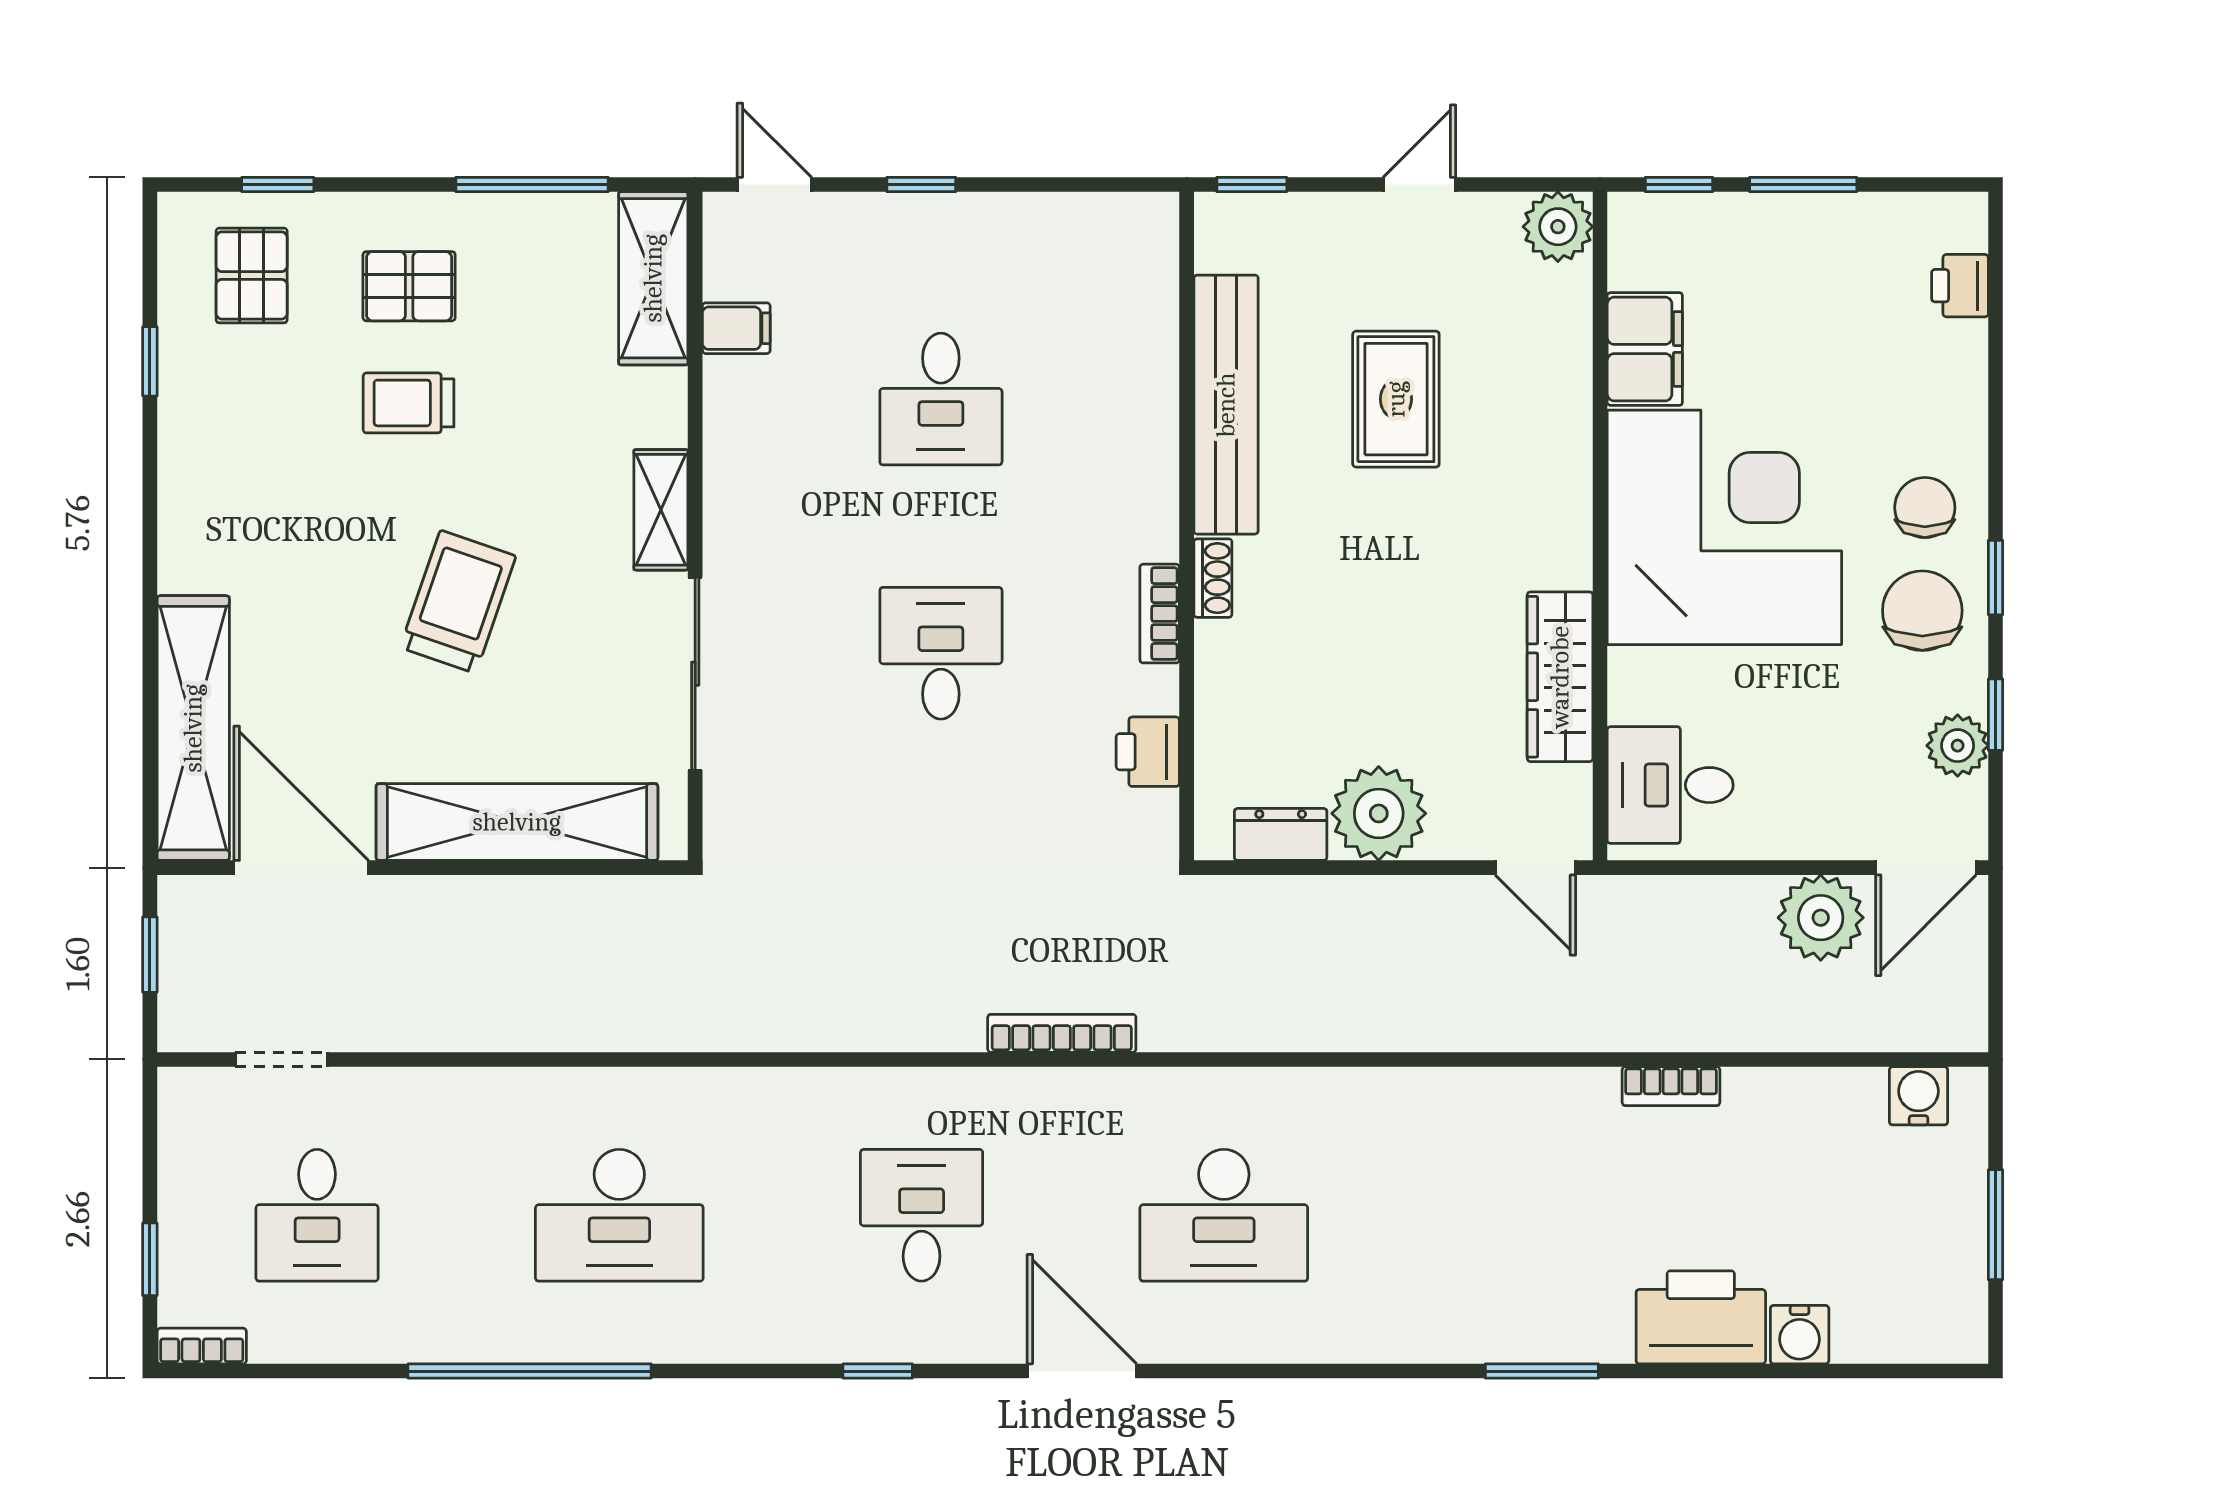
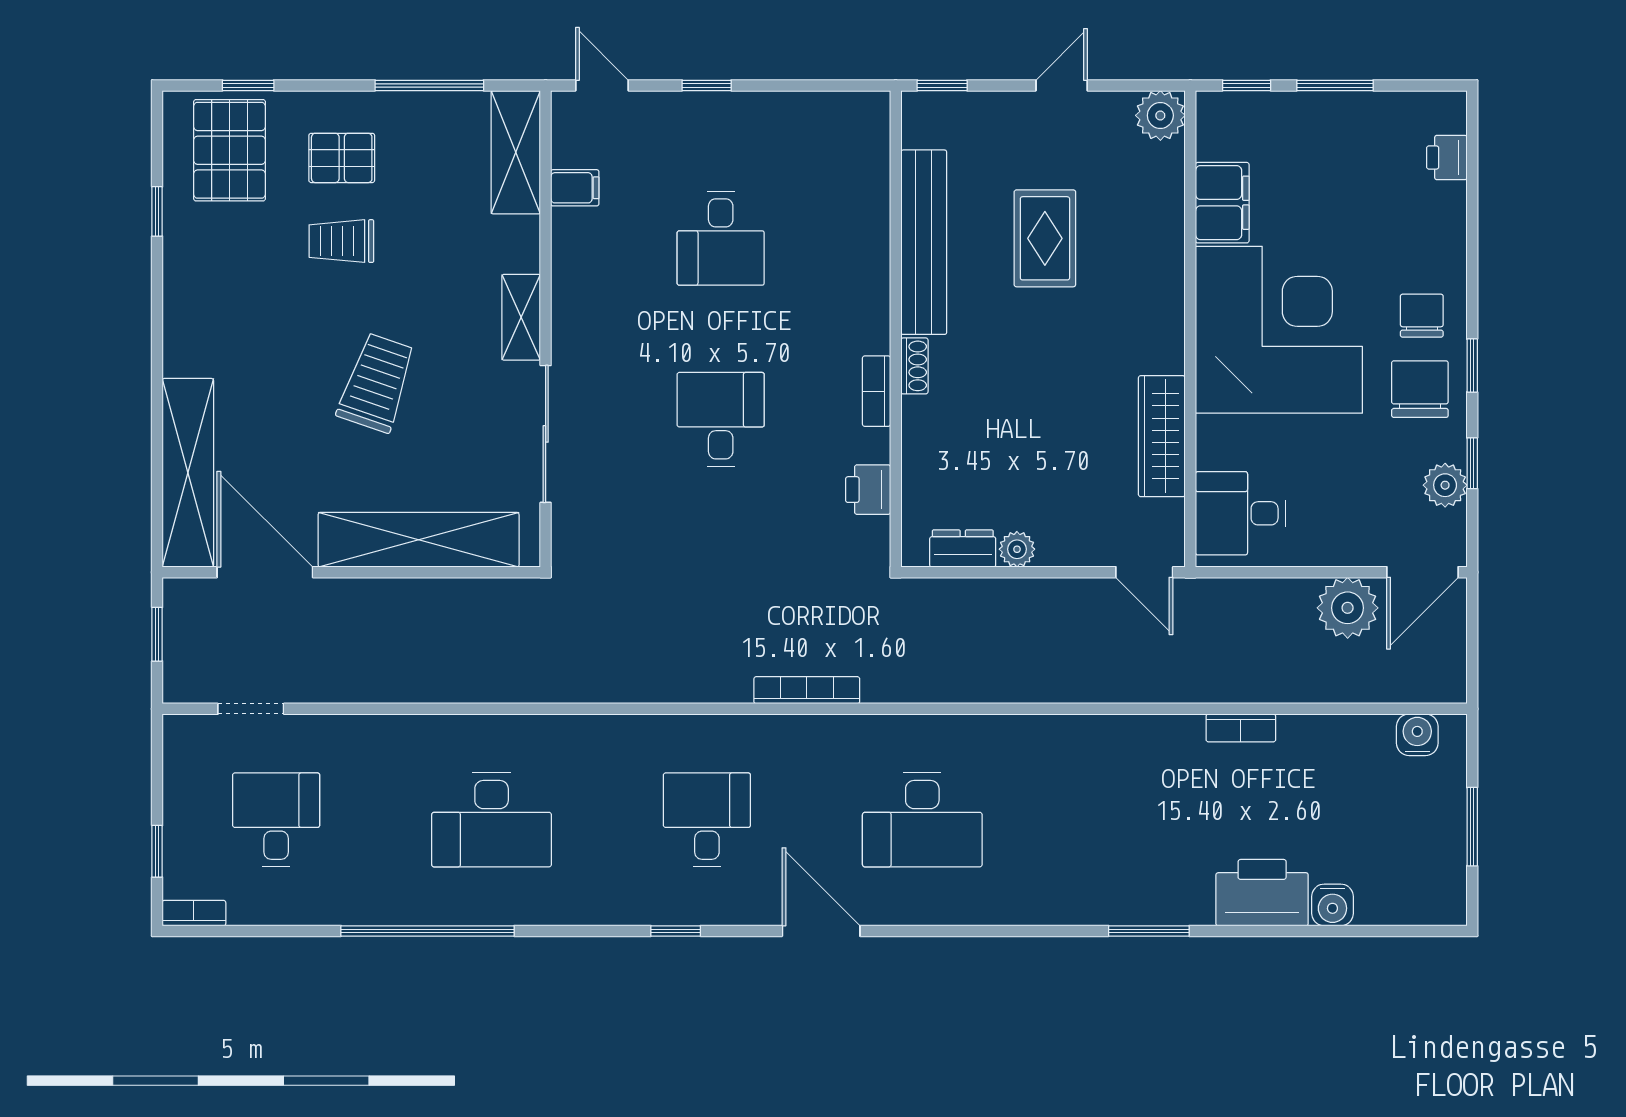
pallet: (252, 275) -> (230, 150), width x1.50, depth x1.42
plant: (1379, 813) -> (1017, 549), width x0.53, depth x0.53
desk: (317, 1215) -> (276, 820), turned 180

